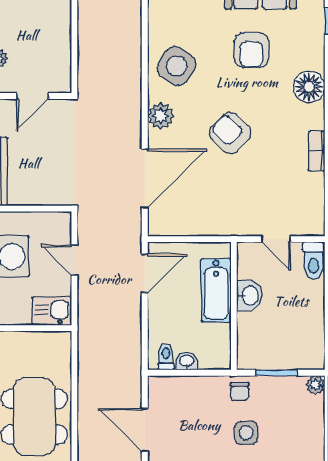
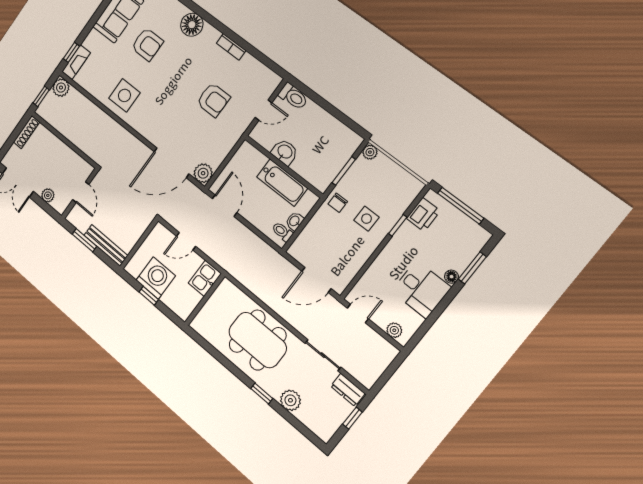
side table: (177, 66) -> (124, 95), turned -32
plant: (161, 116) -> (203, 173), moved
armchair: (230, 133) -> (213, 100), moved, turned -133
door: (145, 179) -> (172, 163), swing flipped
bathtub: (216, 290) -> (282, 183), moved
chair: (240, 391) -> (338, 203), turned 90

